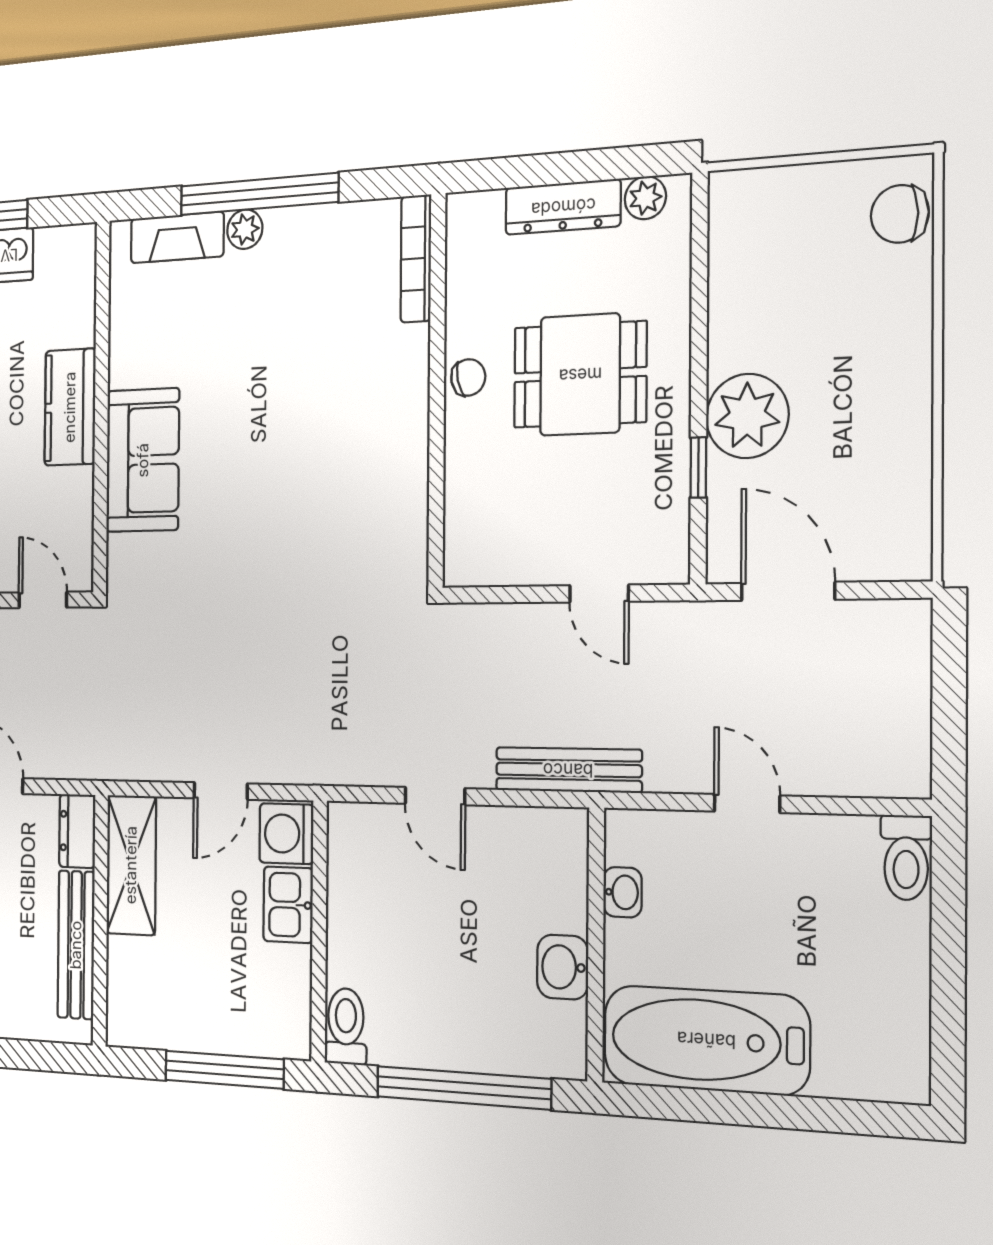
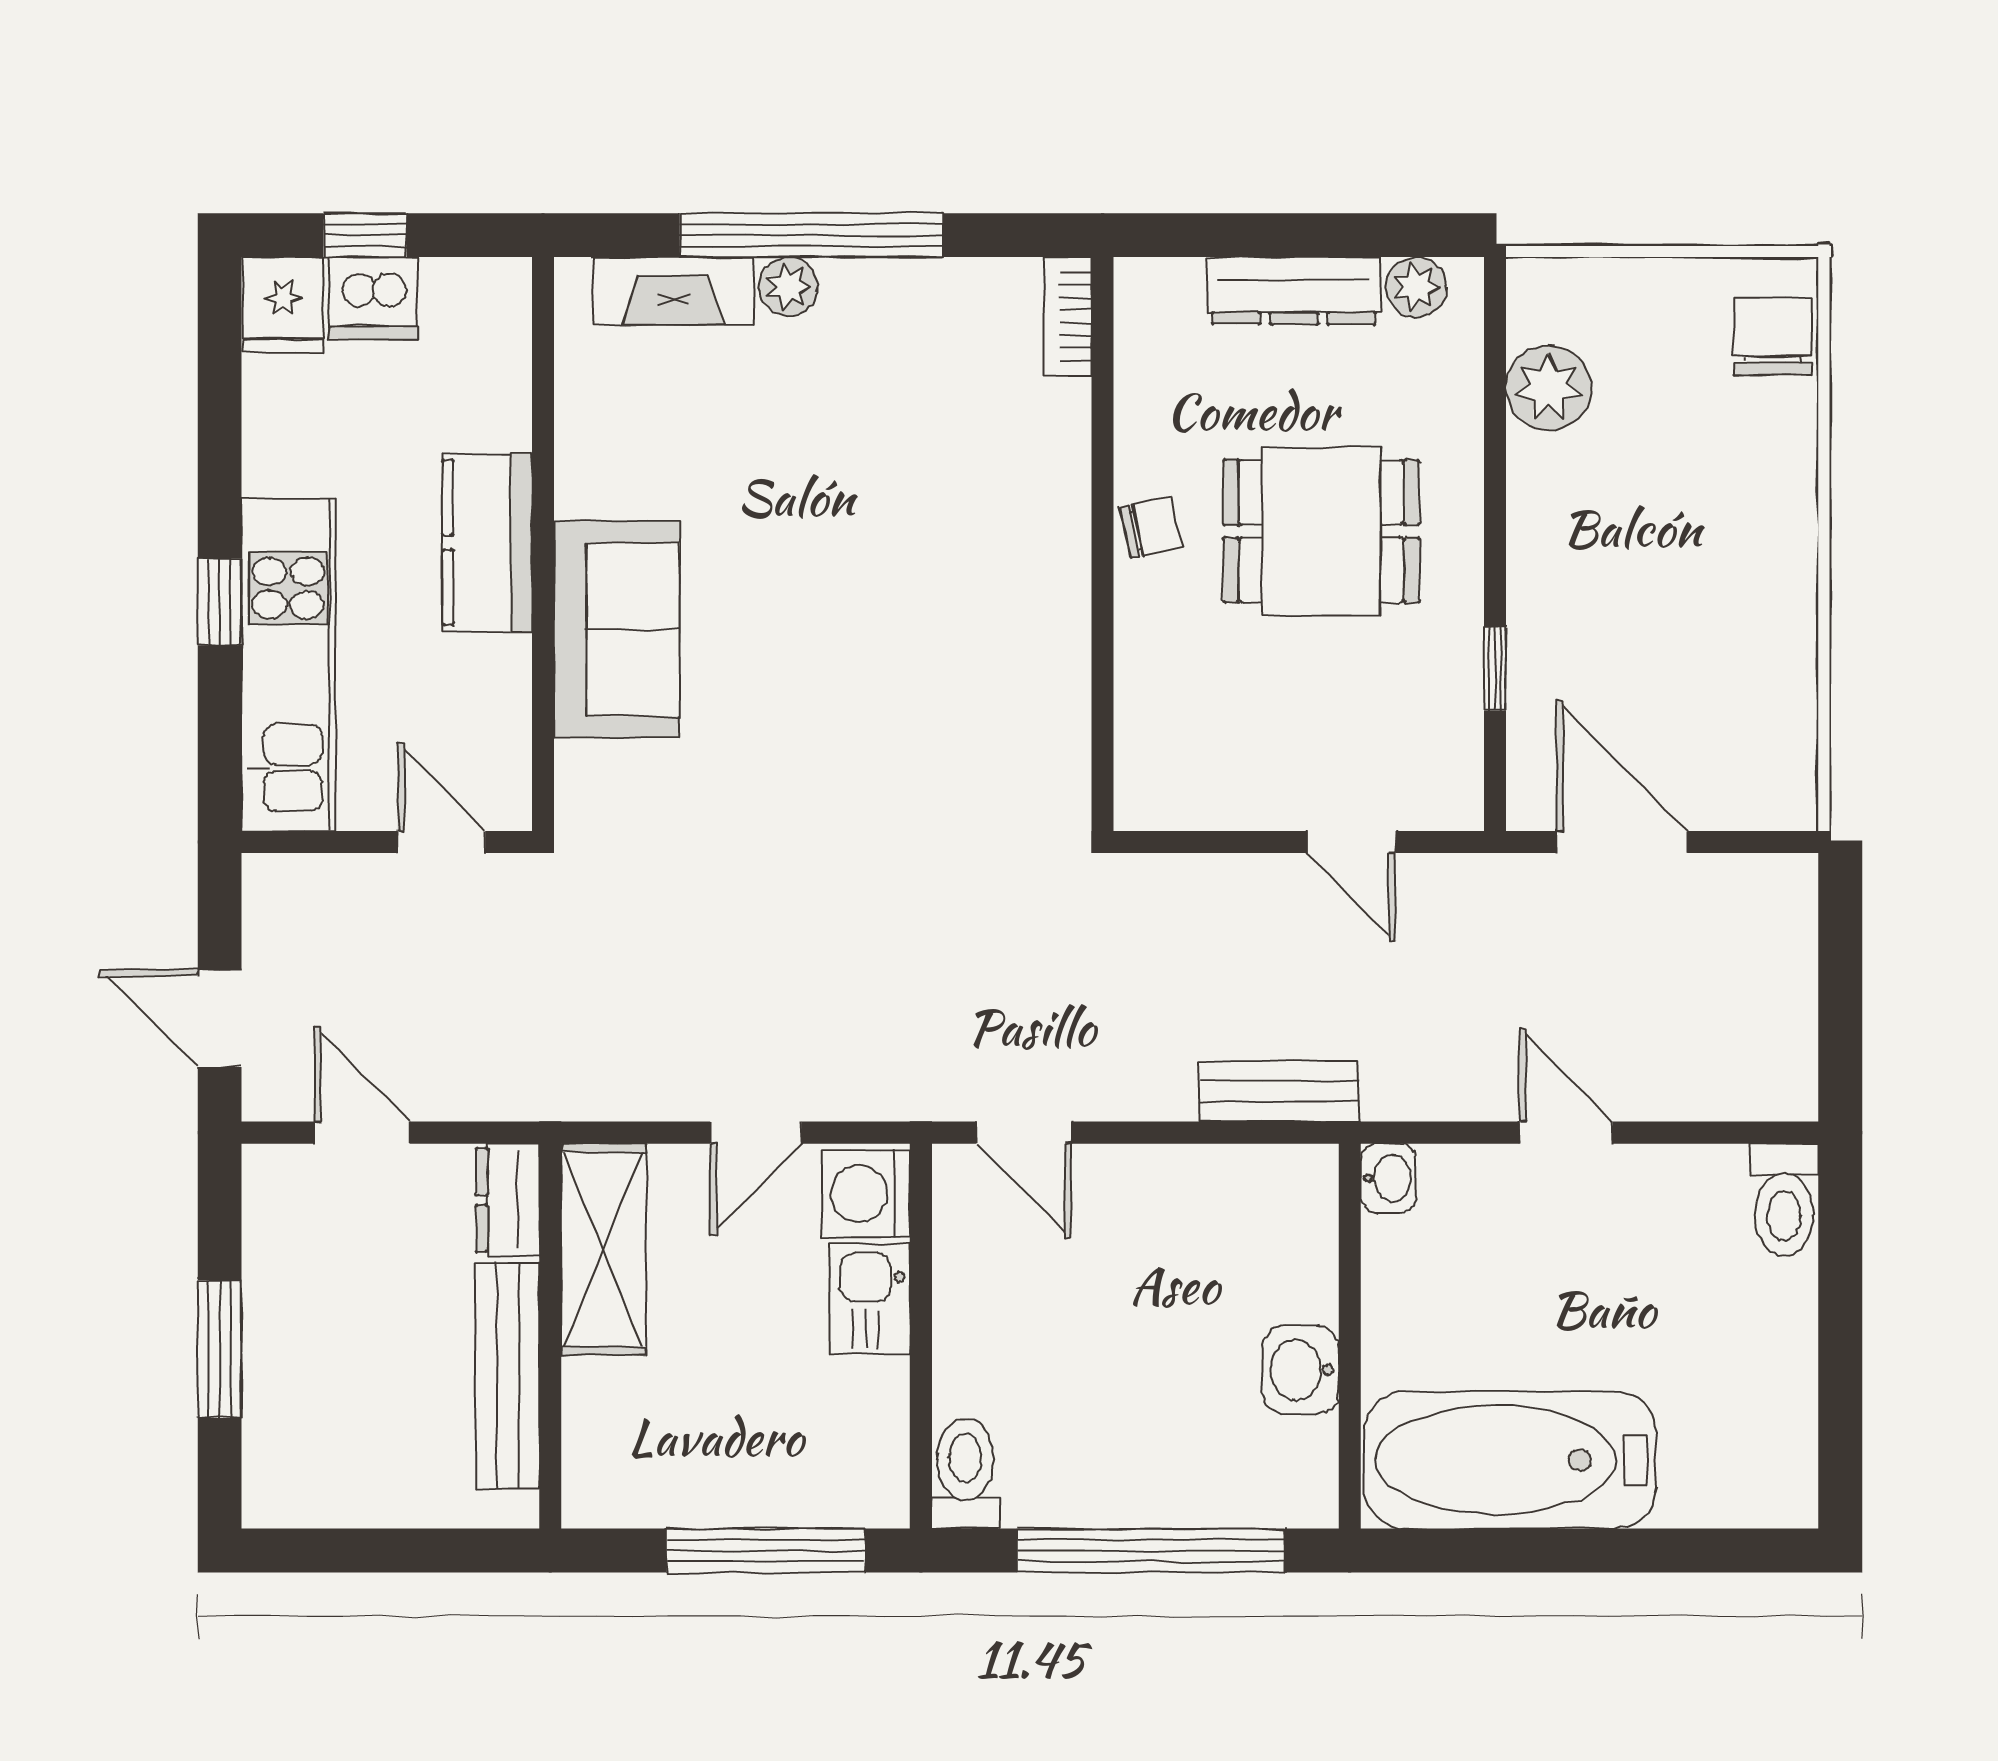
chair: (900, 214) -> (1773, 336), turned 90
bookcase: (416, 259) -> (1068, 316), width x0.64
plant: (747, 416) -> (1549, 388), moved, width x0.73, depth x0.73
bench: (568, 770) -> (1279, 1091), width x0.73
door: (435, 796) -> (1024, 1133), moved
washbasin: (622, 892) -> (1389, 1178), moved

